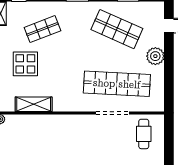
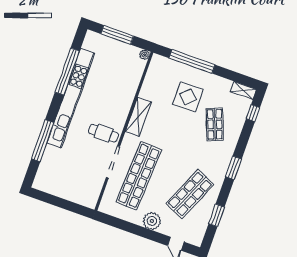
shelving: (34, 104) -> (138, 117), moved
cafe table: (144, 134) -> (104, 133), moved

